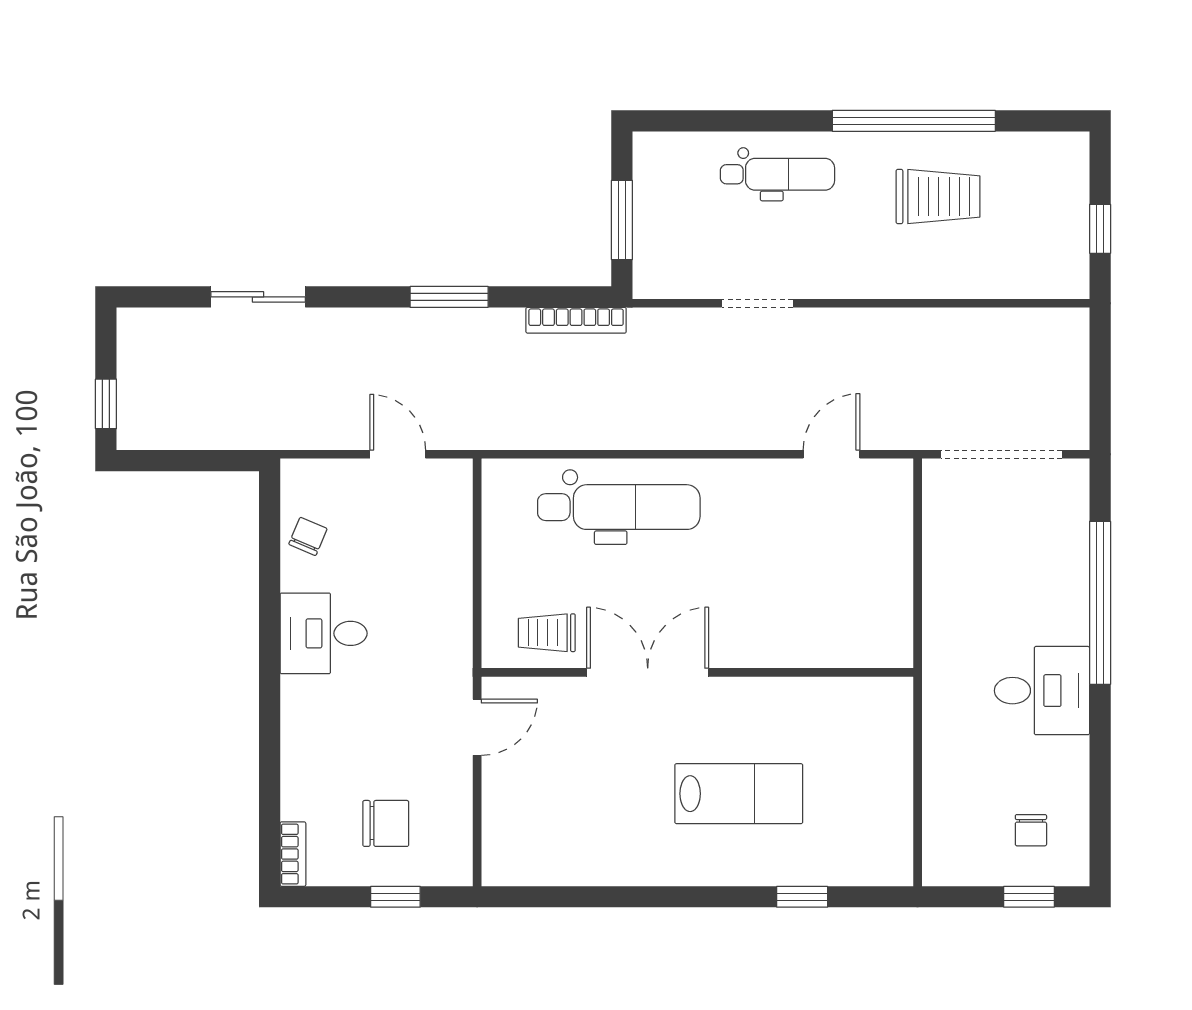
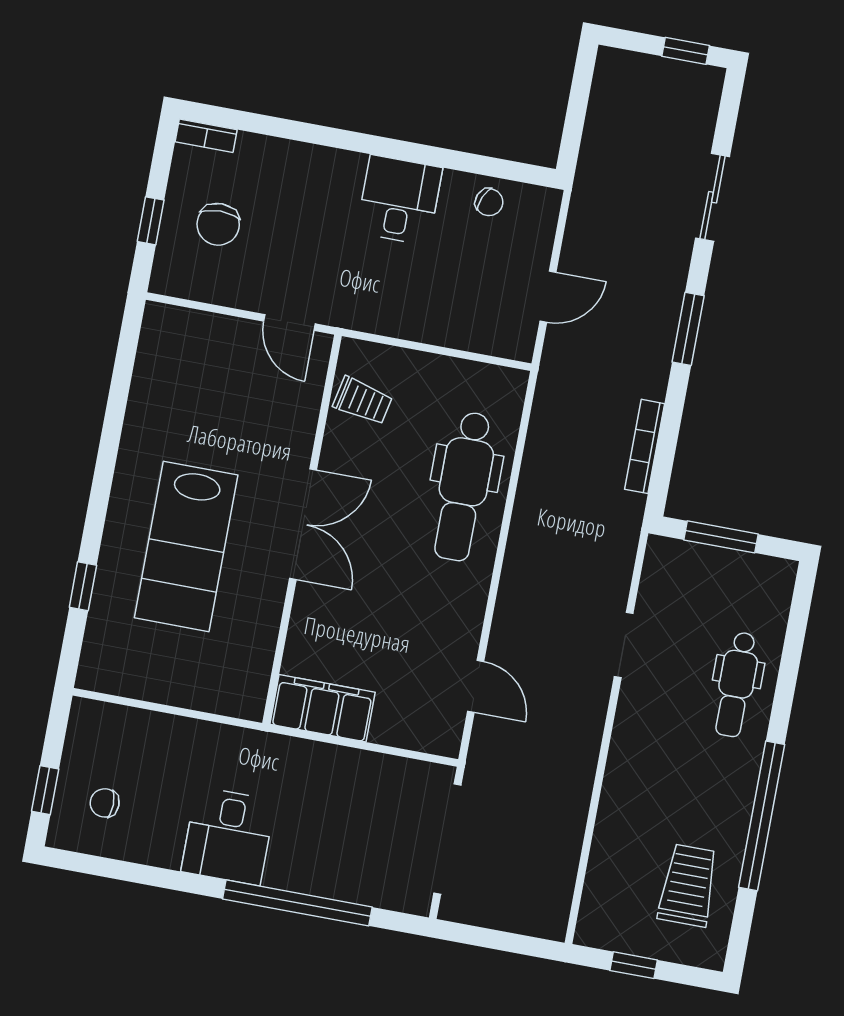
trolley: (938, 197) -> (688, 885), moved, turned 180
window: (449, 297) -> (688, 329), moved
bookcase: (576, 320) -> (645, 446), moved
window: (106, 404) -> (686, 51), moved
filing cabinet: (886, 615) -> (323, 708), added
trolley: (547, 633) -> (363, 401), turned 102
double door: (648, 672) -> (303, 524), moved
lab bench: (739, 794) -> (186, 546), width x1.36, depth x1.39

